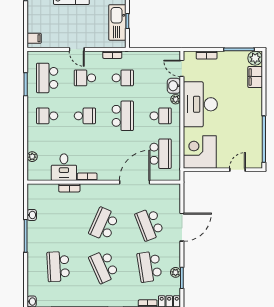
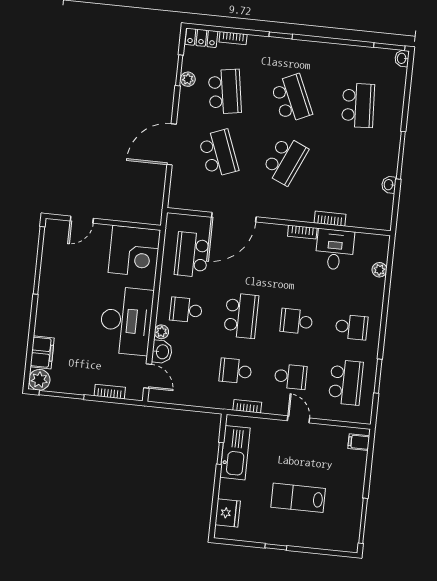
school desk: (123, 116) -> (241, 316), turned 180

